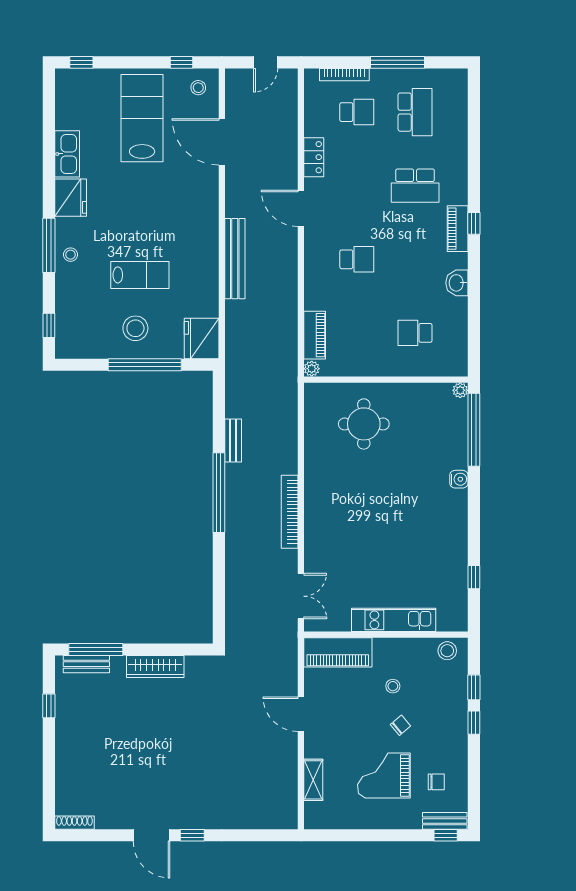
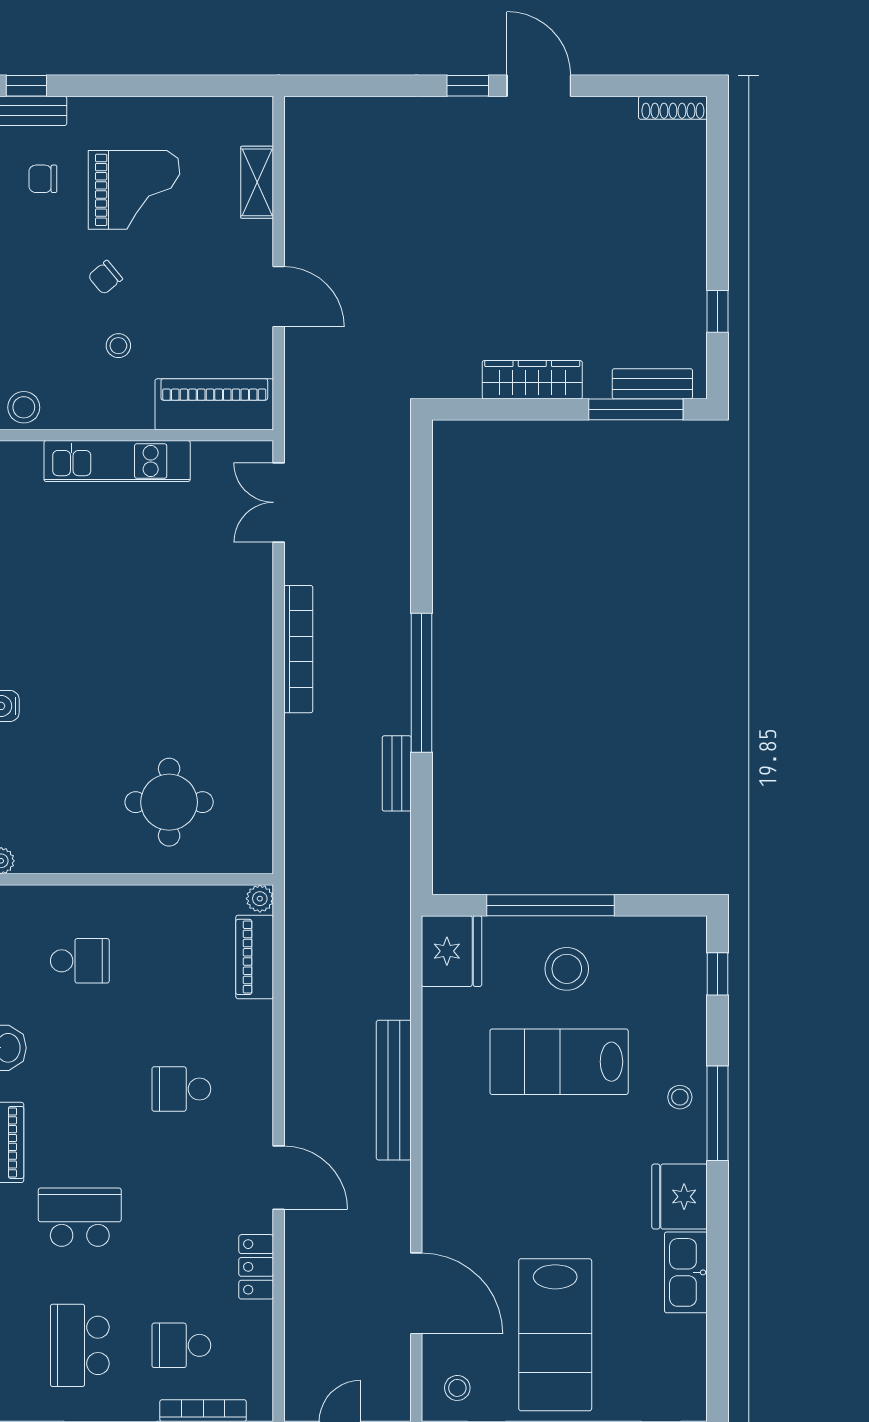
lab bench: (140, 275) -> (559, 1062), width x1.36, depth x1.39

